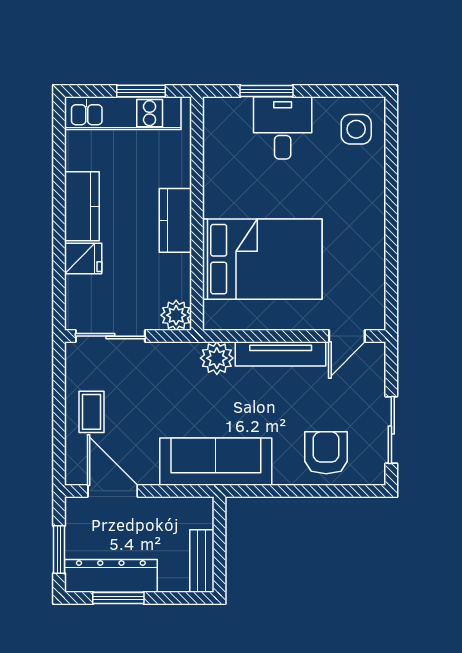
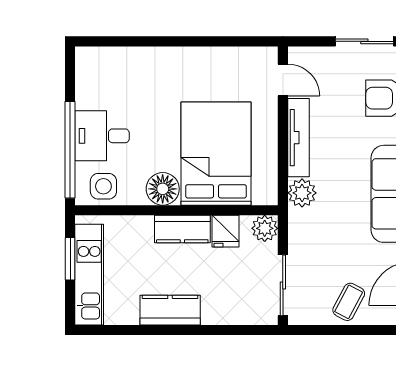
window: (267, 91) -> (70, 150), width x2.11
side table: (356, 129) -> (103, 186), moved
floor lamp: (222, 198) -> (163, 189), added
fridge: (83, 259) -> (225, 231), moved, turned 180
coffee table: (91, 412) -> (349, 302), turned -62

